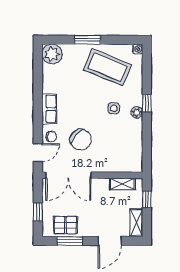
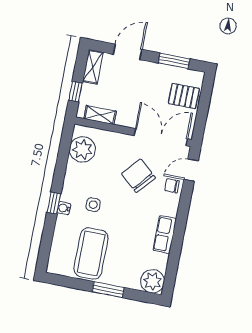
water cooler: (138, 49) -> (64, 208), moved
coffee table: (108, 67) -> (91, 253), turned 68
row of seats: (49, 109) -> (165, 235), moved
plant: (137, 112) -> (82, 149), moved, width x1.88, depth x1.88
window: (38, 212) -> (204, 102), removed
pallet: (65, 225) -> (184, 96), moved

